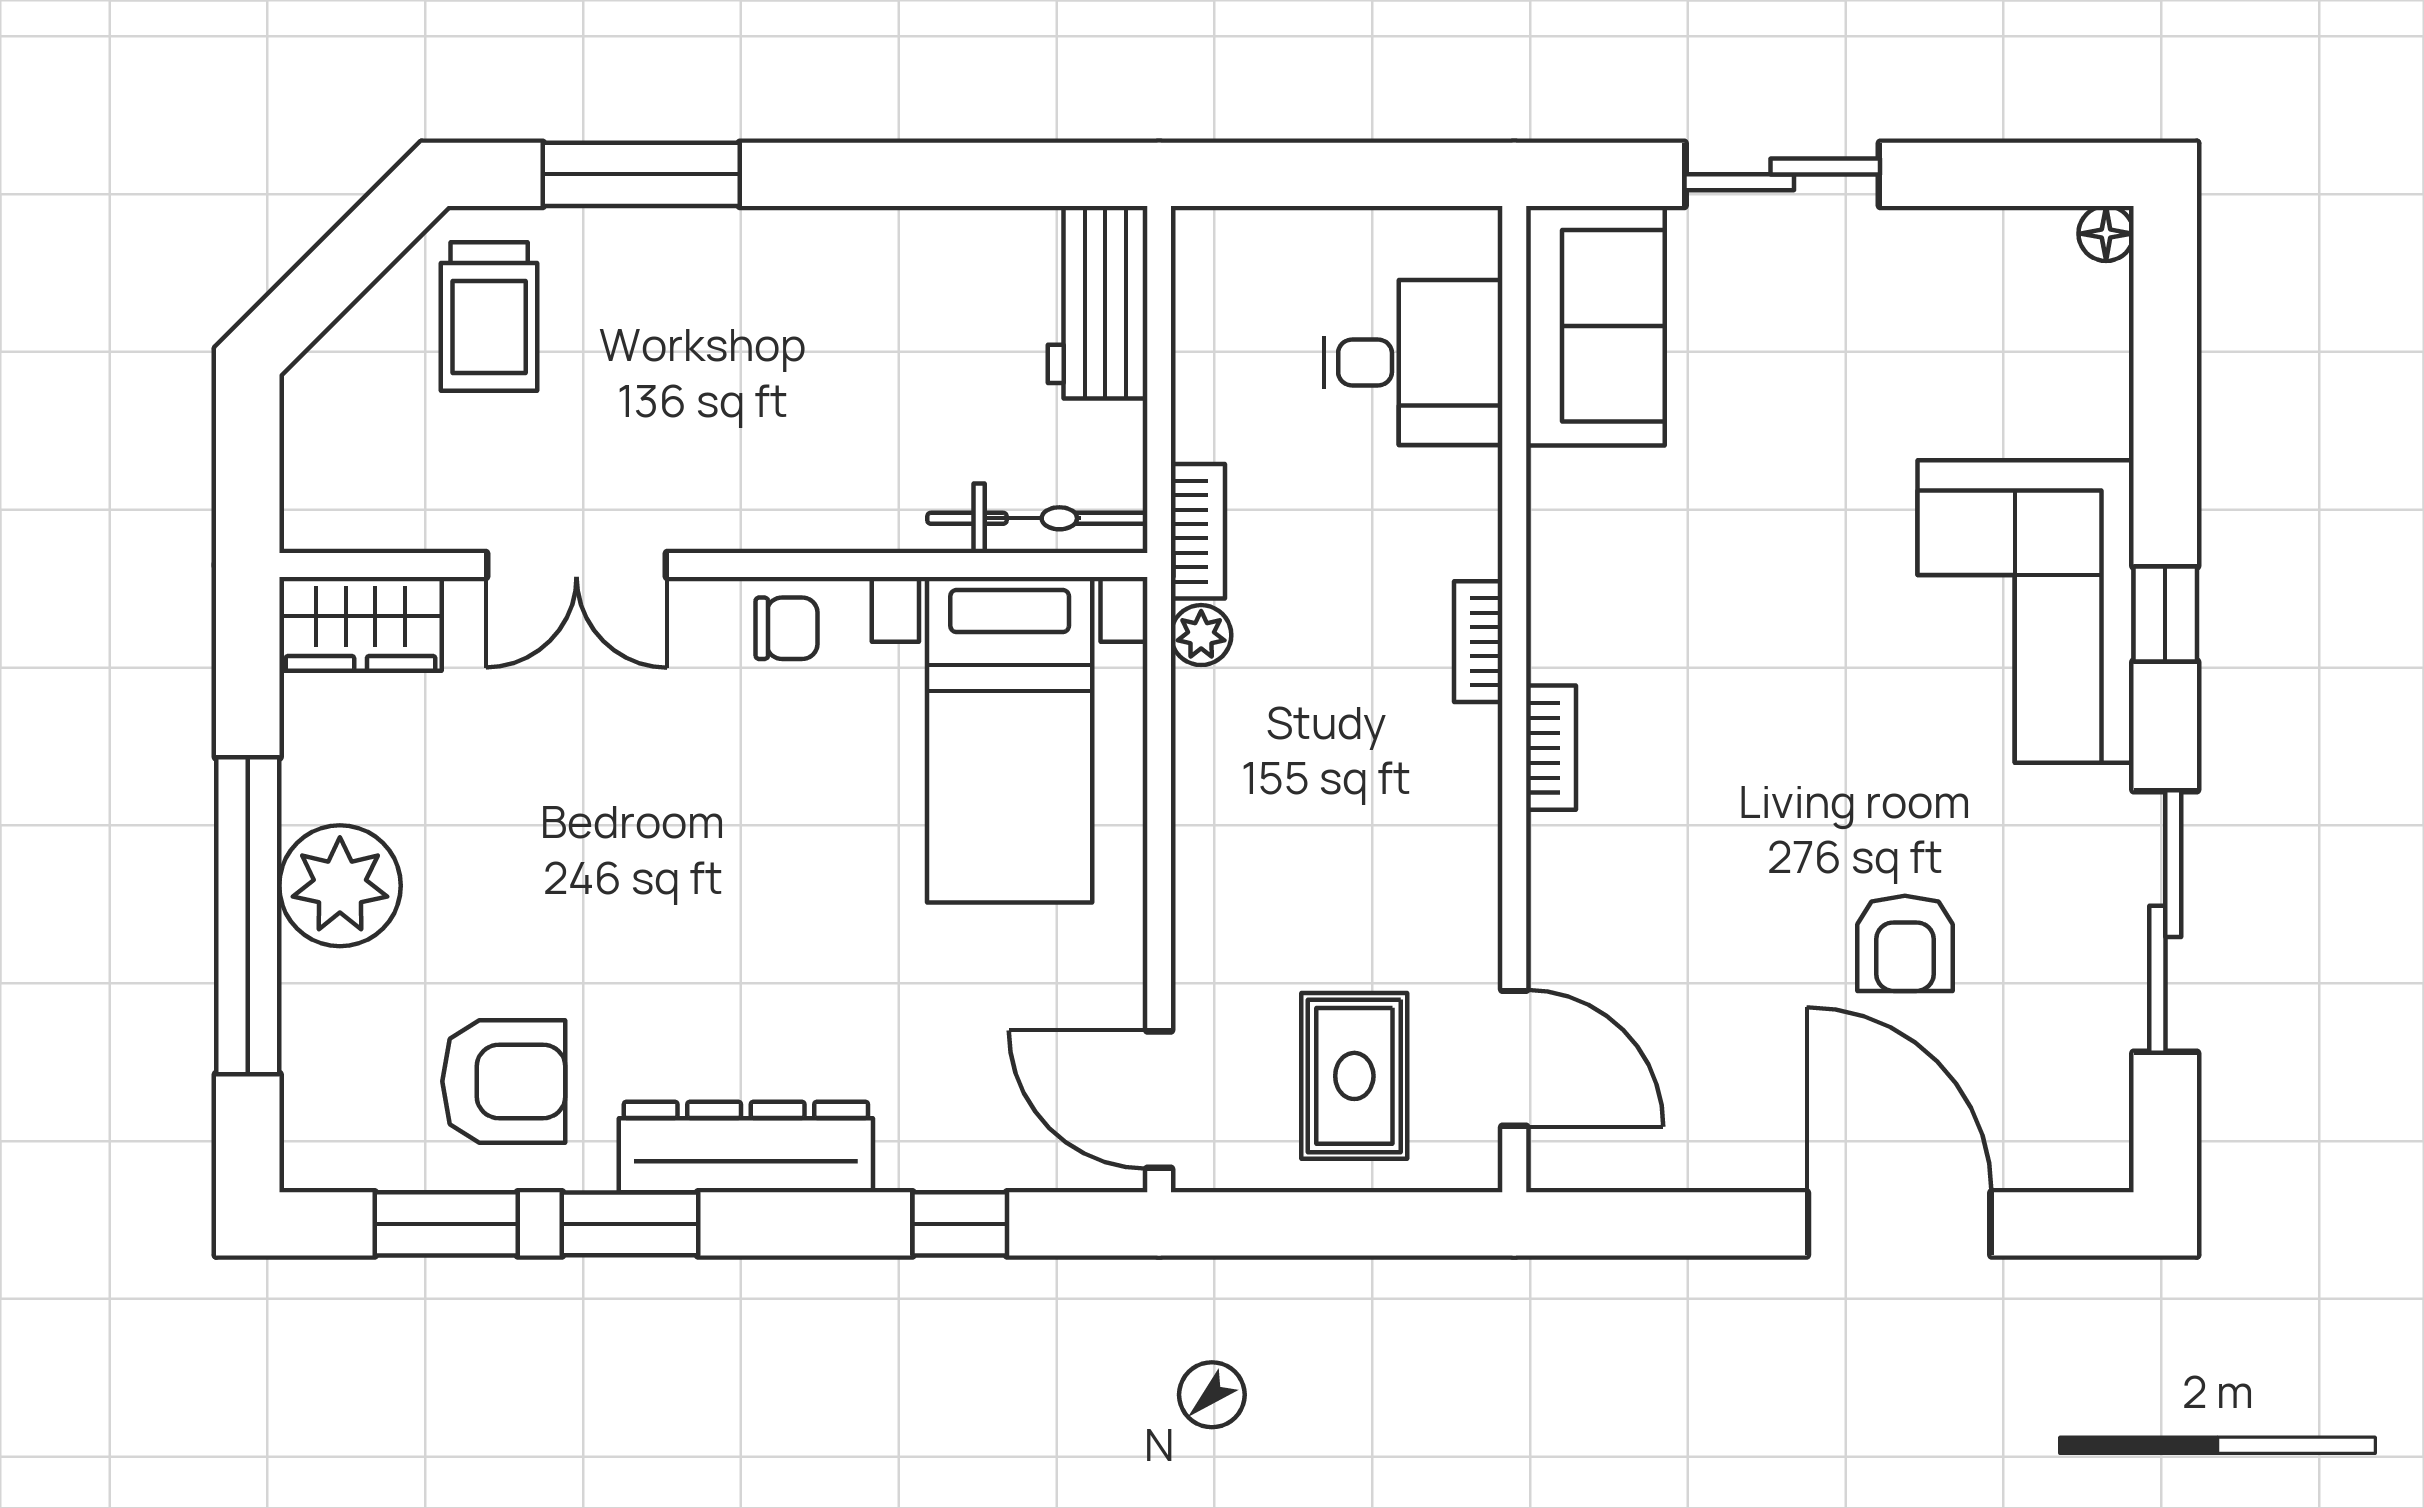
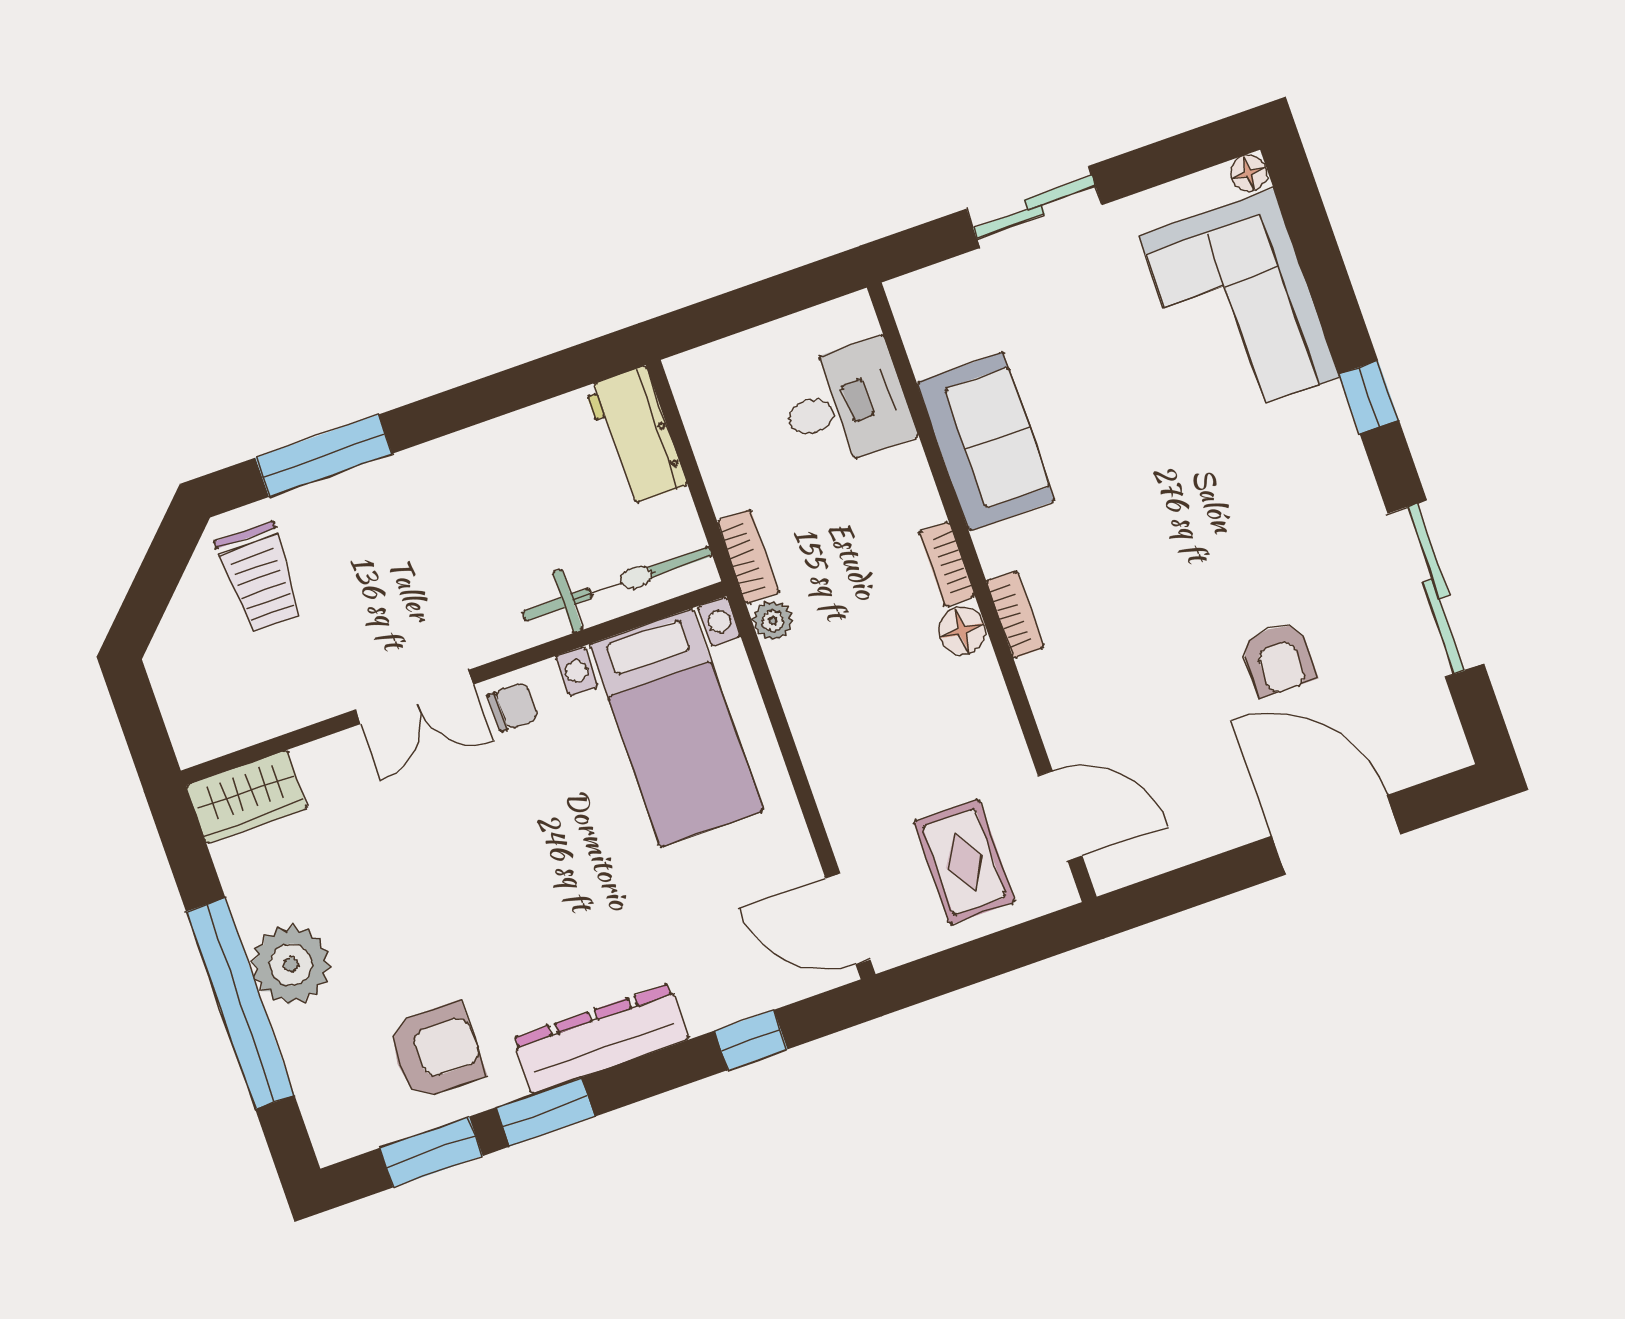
sofa: (1595, 326) -> (986, 442), moved
bicycle: (1037, 518) -> (617, 584), width x1.37, depth x1.40
double door: (576, 565) -> (414, 697), moved
corner sofa: (2026, 611) -> (1239, 306), moved
floor lamp: (1467, 744) -> (962, 631), added

